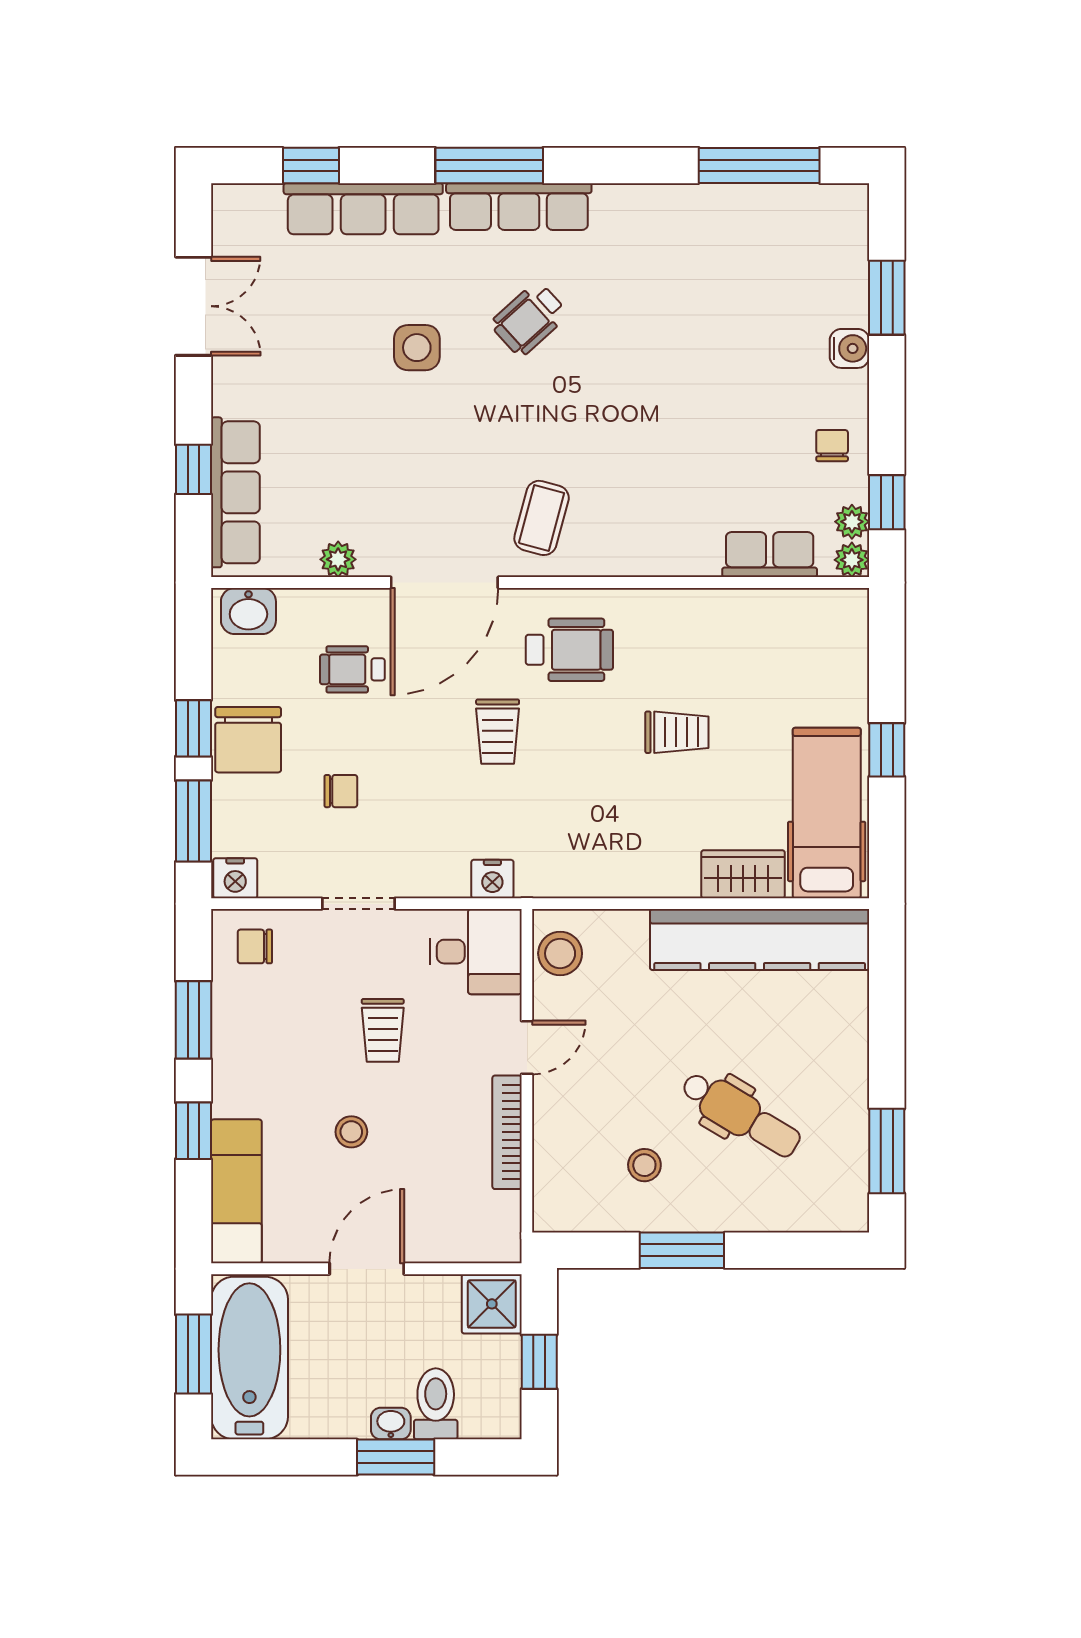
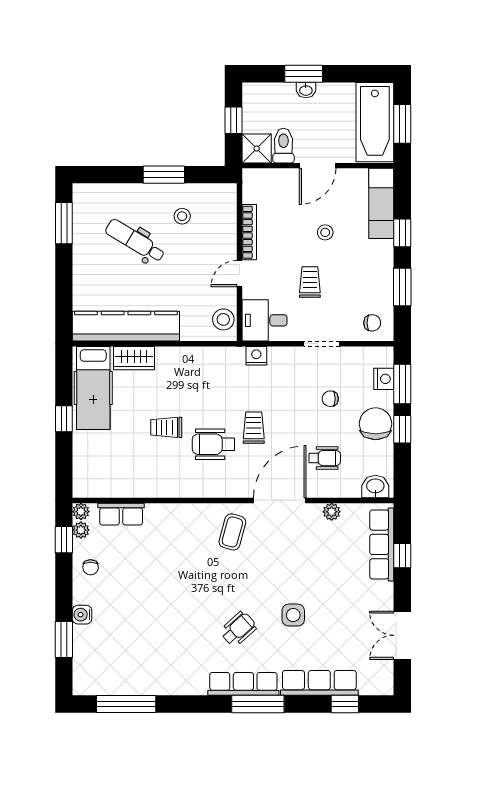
wheelchair: (569, 650) -> (214, 444), moved
nightstand: (235, 878) -> (384, 379), moved, turned 90
toilet: (436, 1404) -> (283, 146), moved, turned 180

